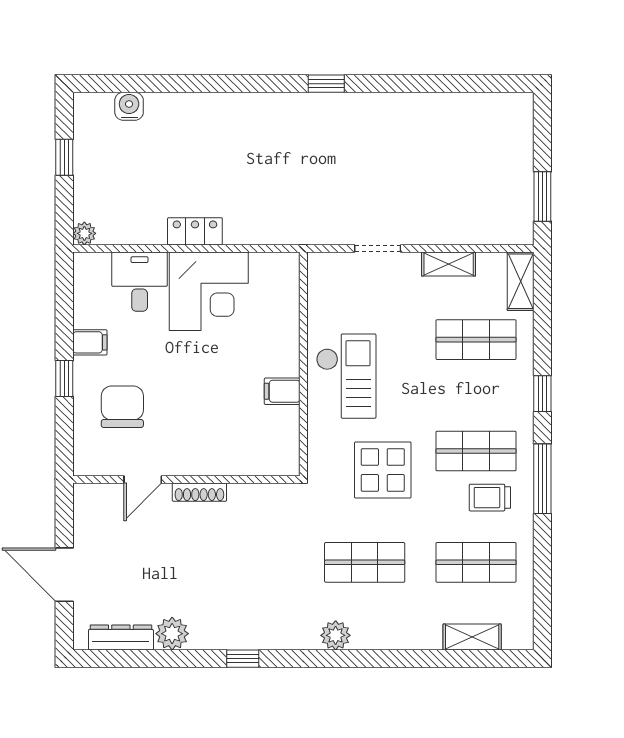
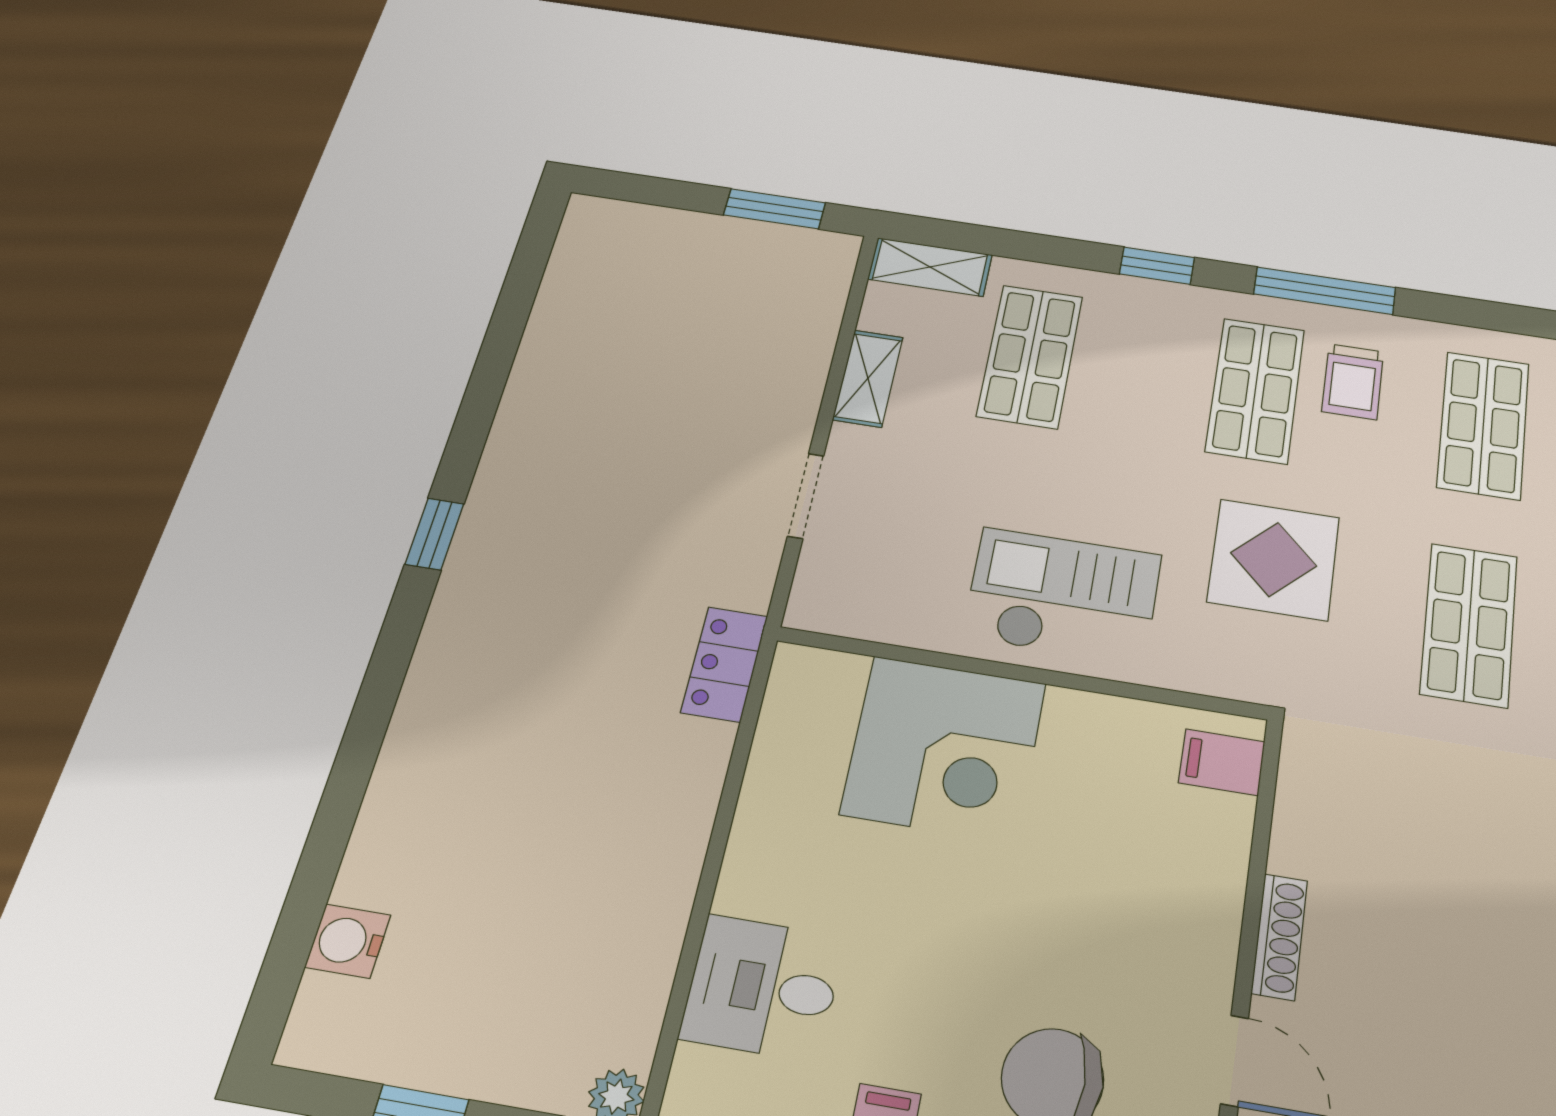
locker: (195, 231) -> (724, 664), moved
corner desk: (209, 291) -> (944, 748), moved, turned 90
filing cabinet: (282, 391) -> (1222, 762), moved, turned 90

